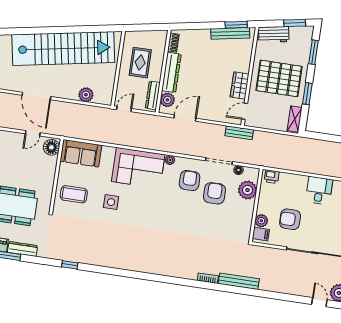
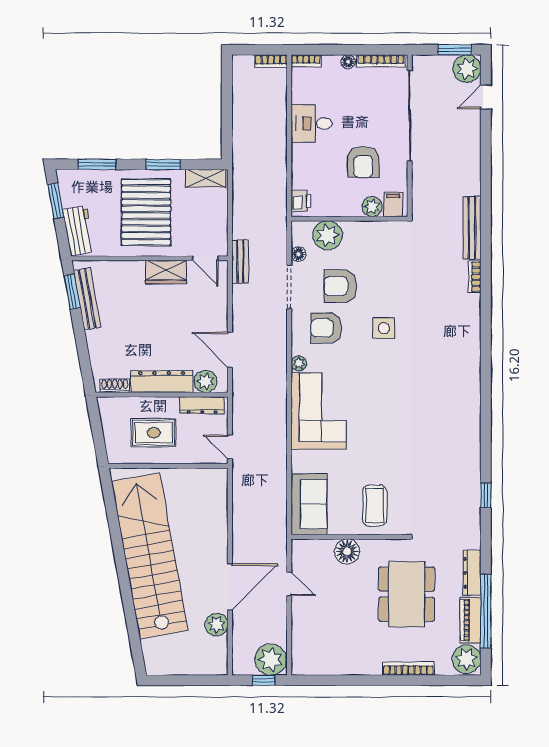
plant: (86, 95) -> (216, 625), moved
floor lamp: (51, 147) -> (347, 551), moved
side table: (111, 202) -> (384, 328), moved

